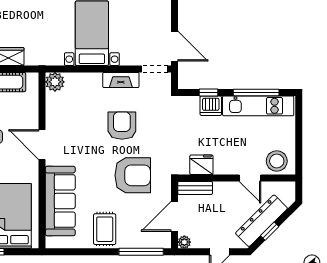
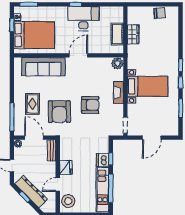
door: (175, 46) -> (152, 138), moved
fireplace: (121, 80) -> (119, 92), moved
fridge: (201, 165) -> (66, 167), moved
rug: (105, 229) -> (32, 104), moved, turned 90

